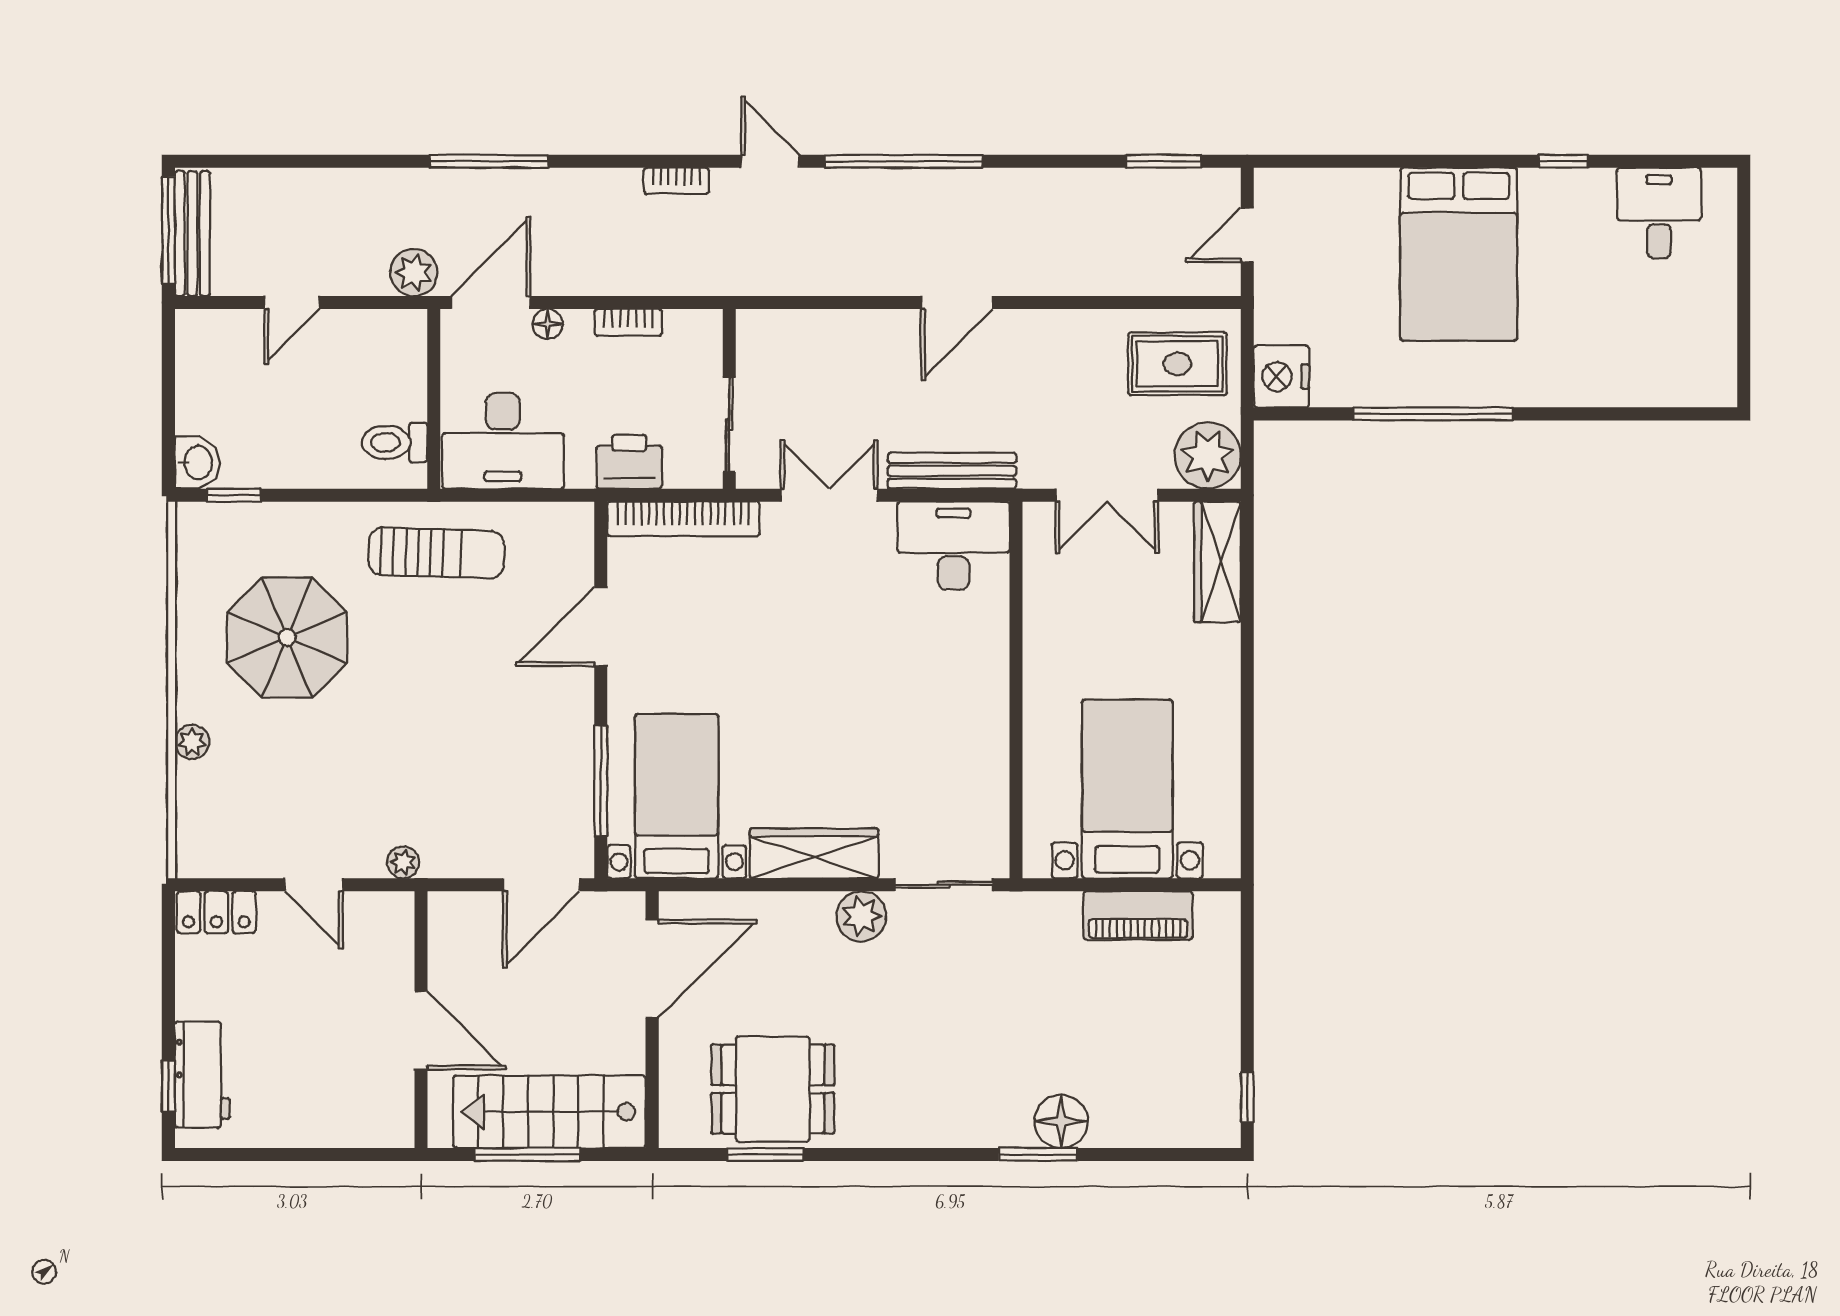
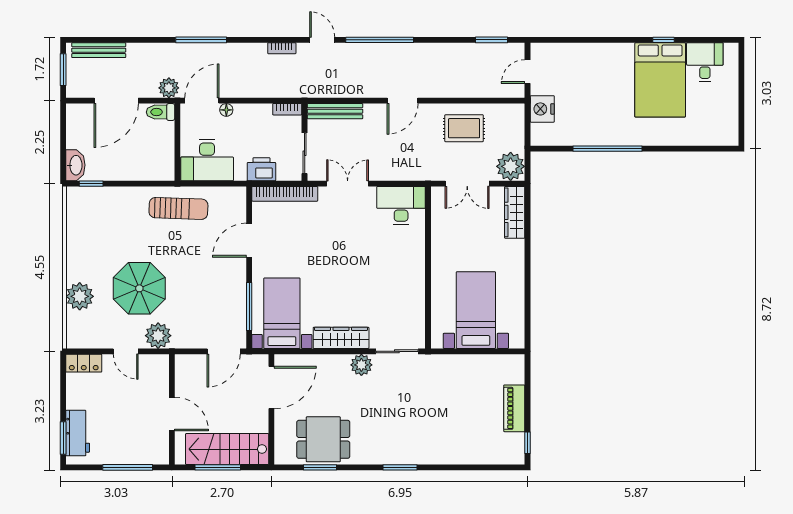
window: (168, 230) -> (63, 70), width x0.69
bench: (192, 234) -> (99, 50), moved, turned 90
bed: (1459, 254) -> (660, 80), moved
door: (292, 303) -> (116, 101), width x1.88
bookcase: (628, 322) -> (287, 109), moved
rug: (1177, 364) -> (464, 128), moved
nightstand: (1281, 376) -> (542, 109), moved
toilet: (395, 442) -> (160, 112), moved
washbasin: (197, 463) -> (75, 165), width x1.38
bench: (952, 471) -> (335, 111), moved
parasol: (287, 637) -> (139, 288), moved
plant: (192, 742) -> (80, 296), width x1.88, depth x1.88
plant: (403, 862) -> (158, 336), width x1.88, depth x1.88
piano: (1138, 916) -> (514, 408), moved, turned 90
window: (168, 1086) -> (63, 438), width x1.50
floor lamp: (1061, 1121) -> (447, 453), removed
window: (318, 1154) -> (128, 467), added
window: (1038, 1154) -> (400, 467), moved

